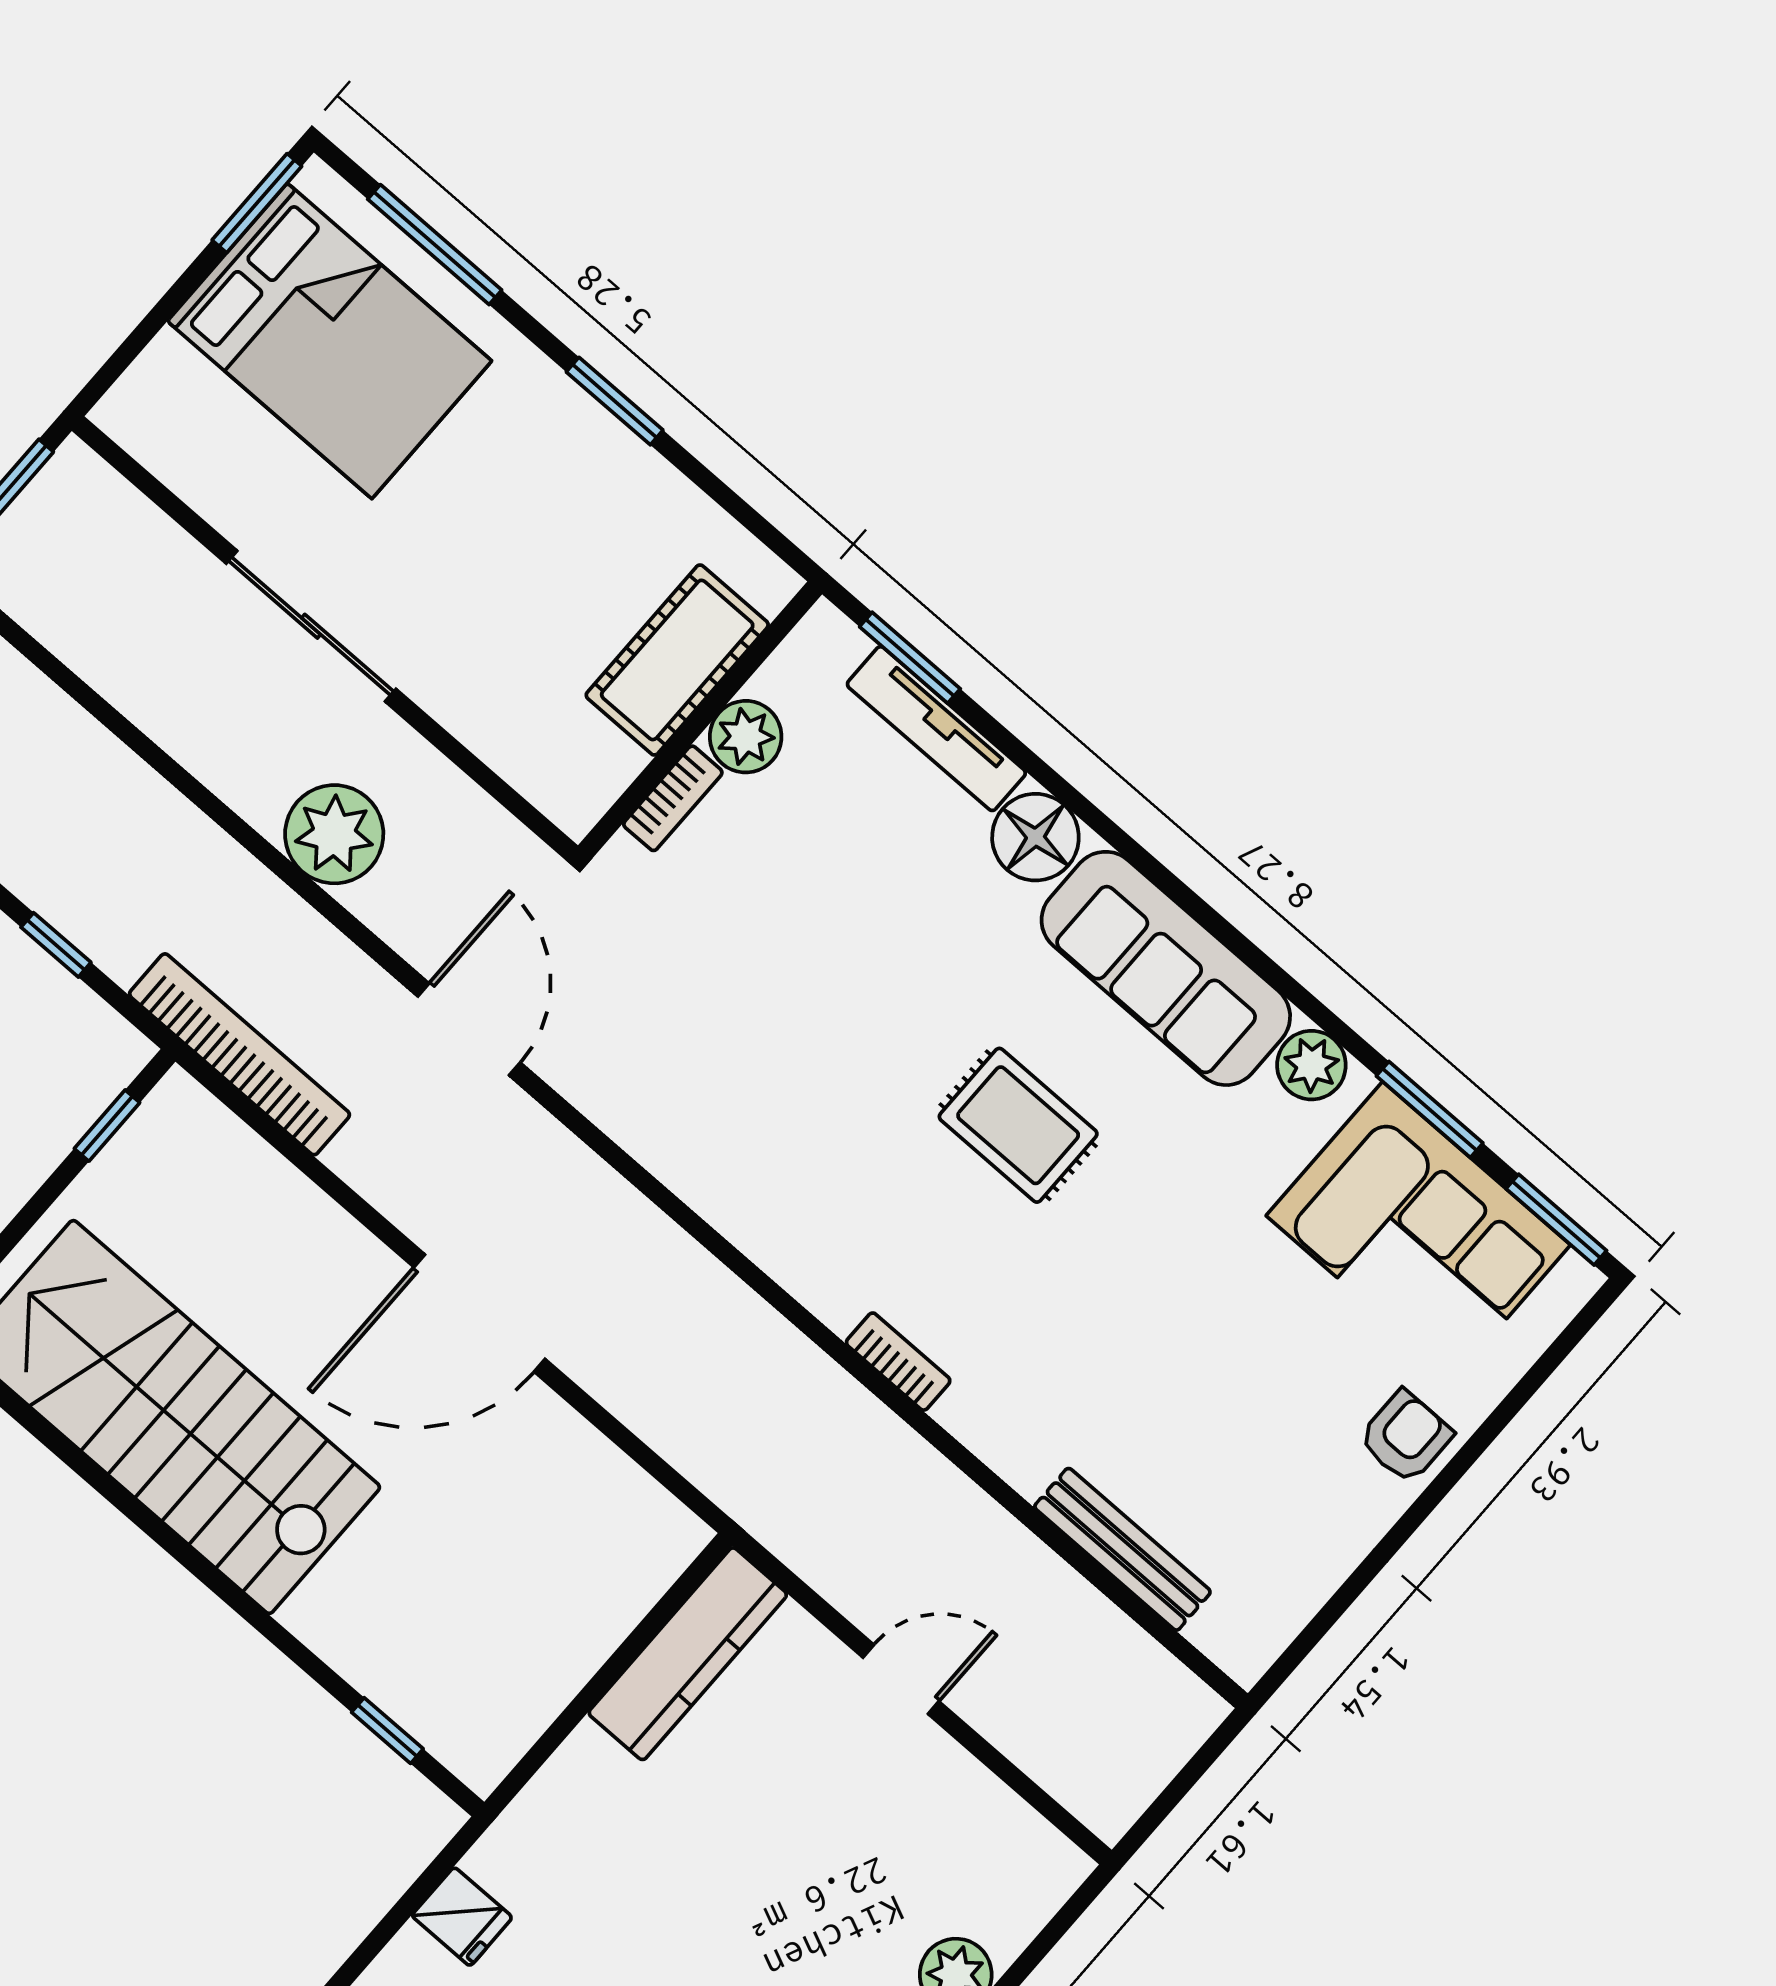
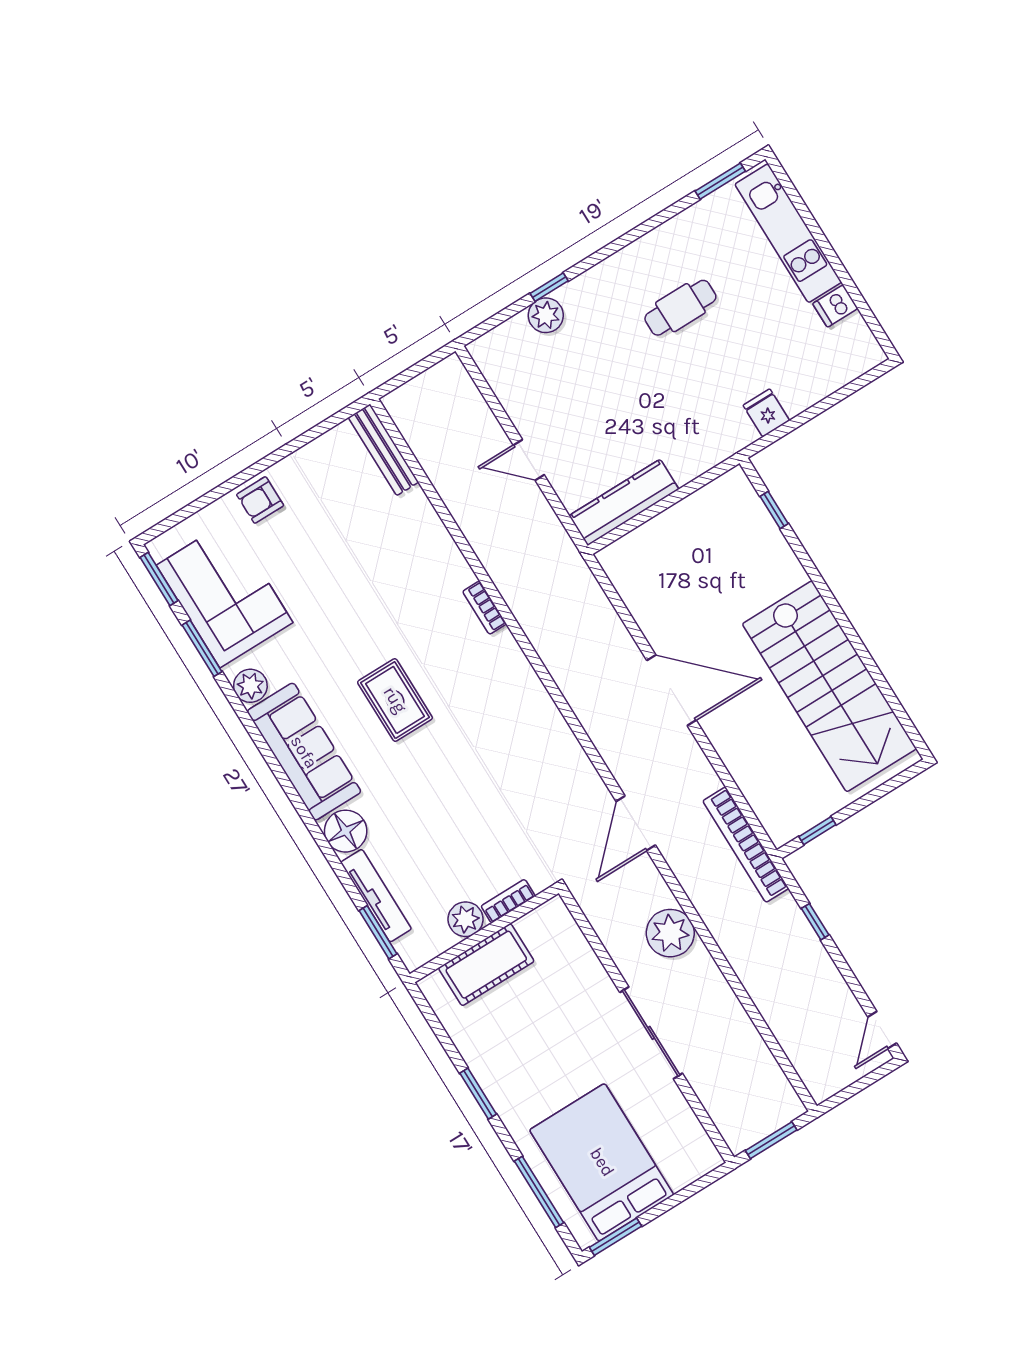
bench: (1122, 1549) -> (383, 450), moved

